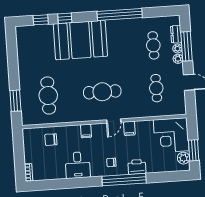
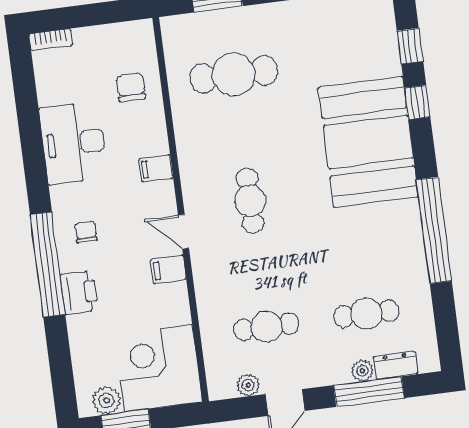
plant: (178, 59) -> (248, 385), moved
cafe table: (102, 92) -> (250, 201), width x0.73, depth x0.74
desk: (78, 165) -> (74, 143), width x1.37

